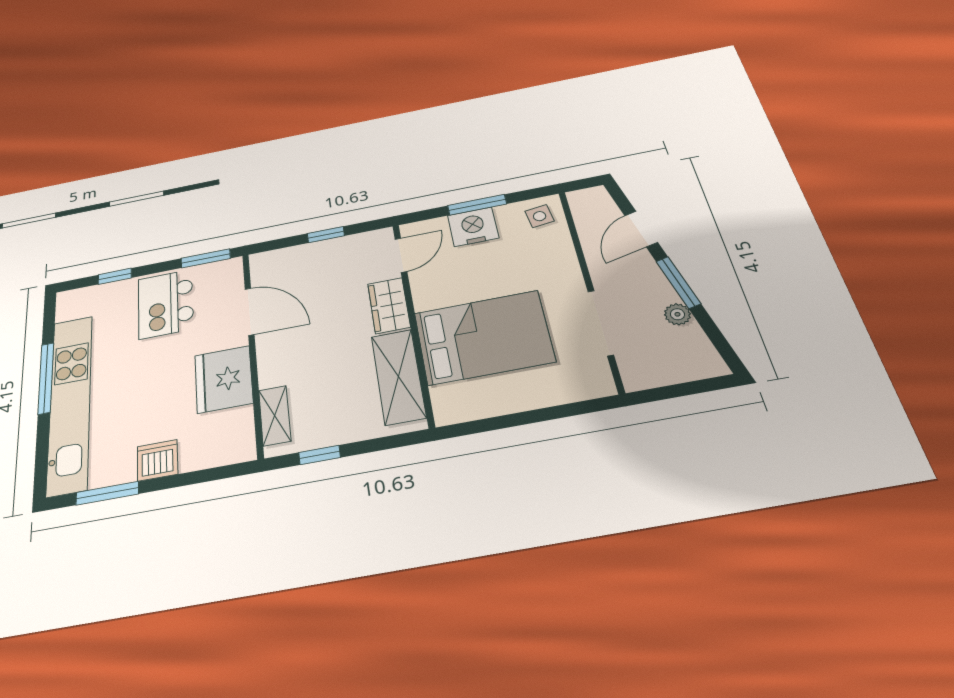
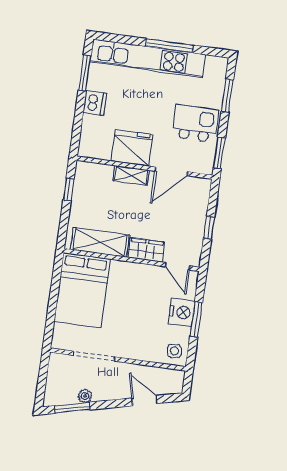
window: (115, 276) -> (227, 95), width x1.50
window: (678, 282) -> (72, 408), moved
bed: (484, 337) -> (82, 290), moved
shelving: (275, 416) -> (131, 175), moved

